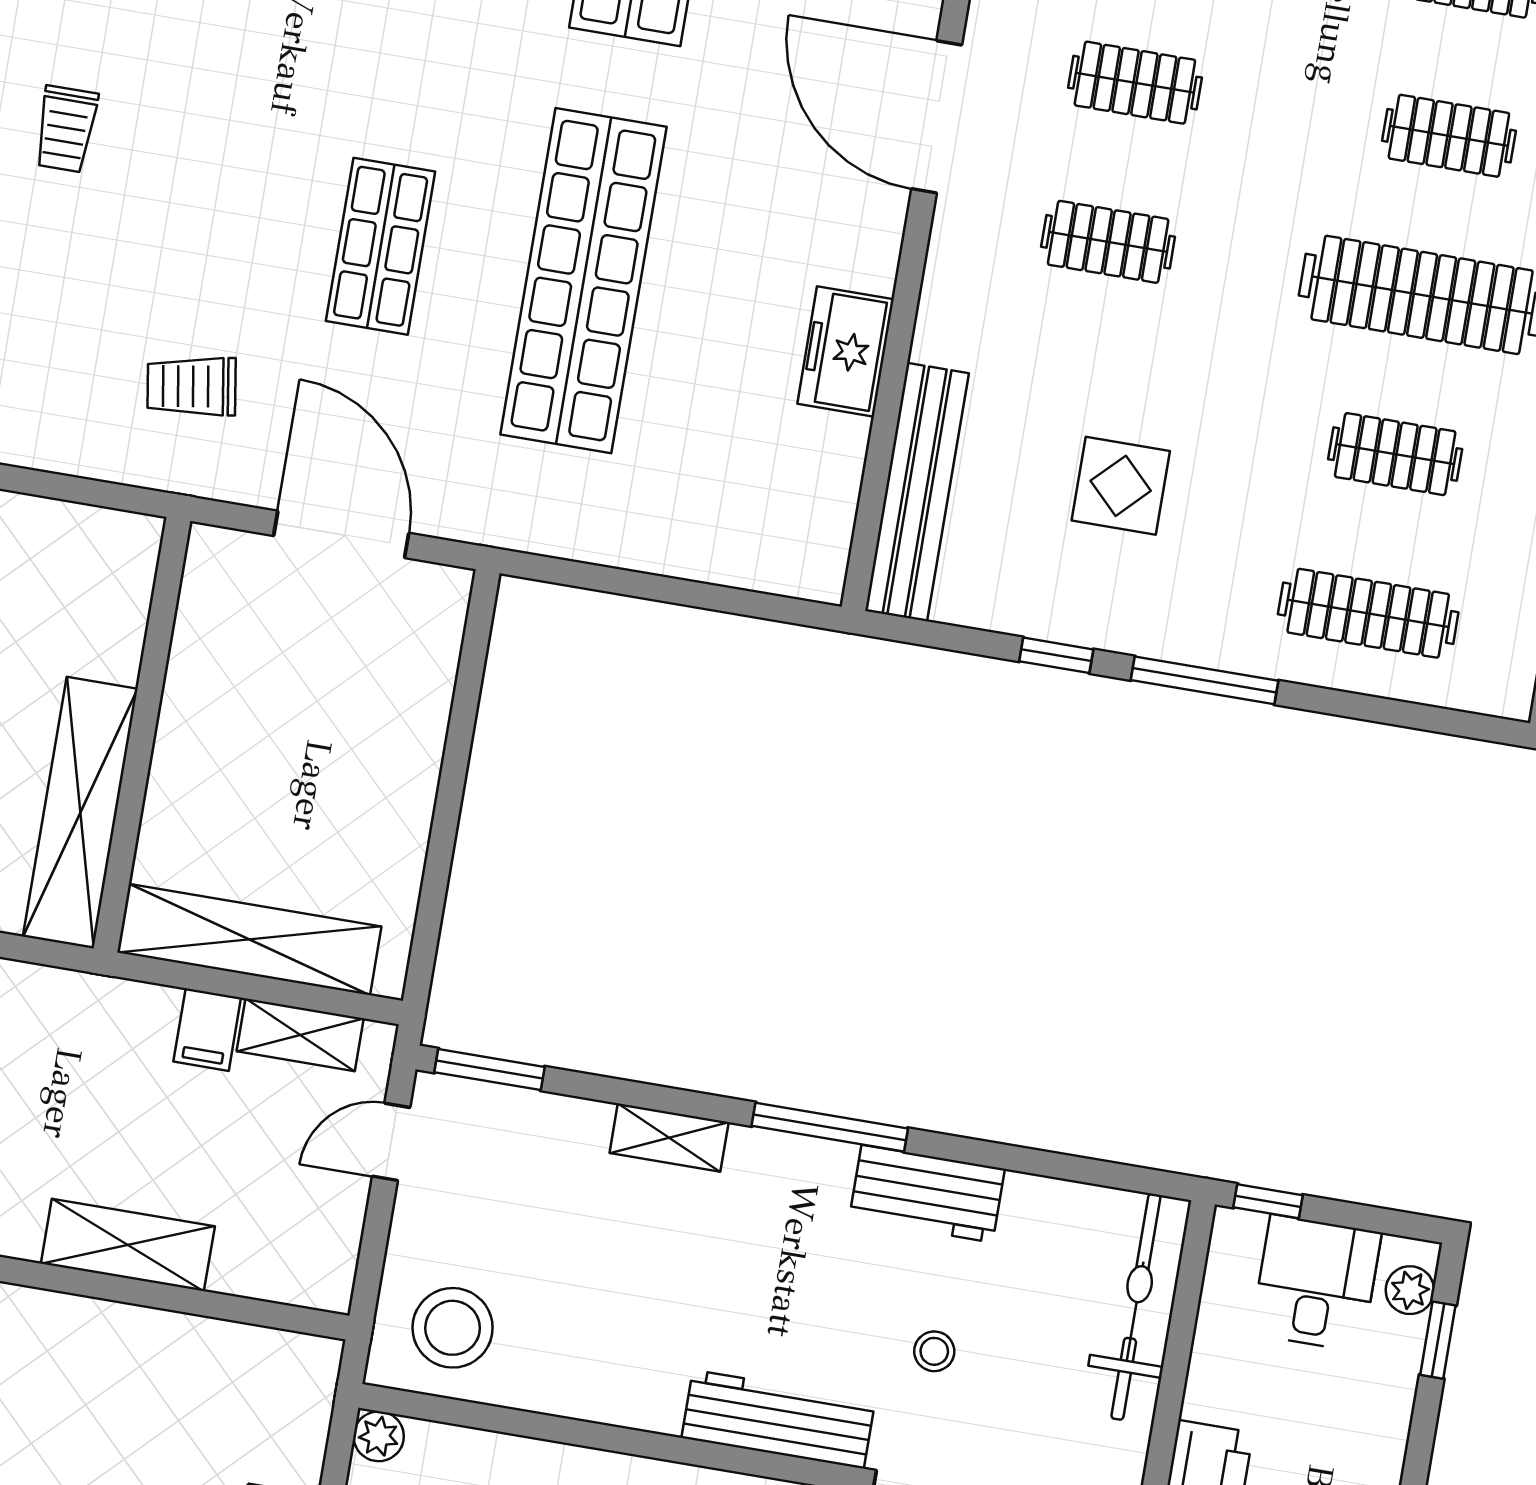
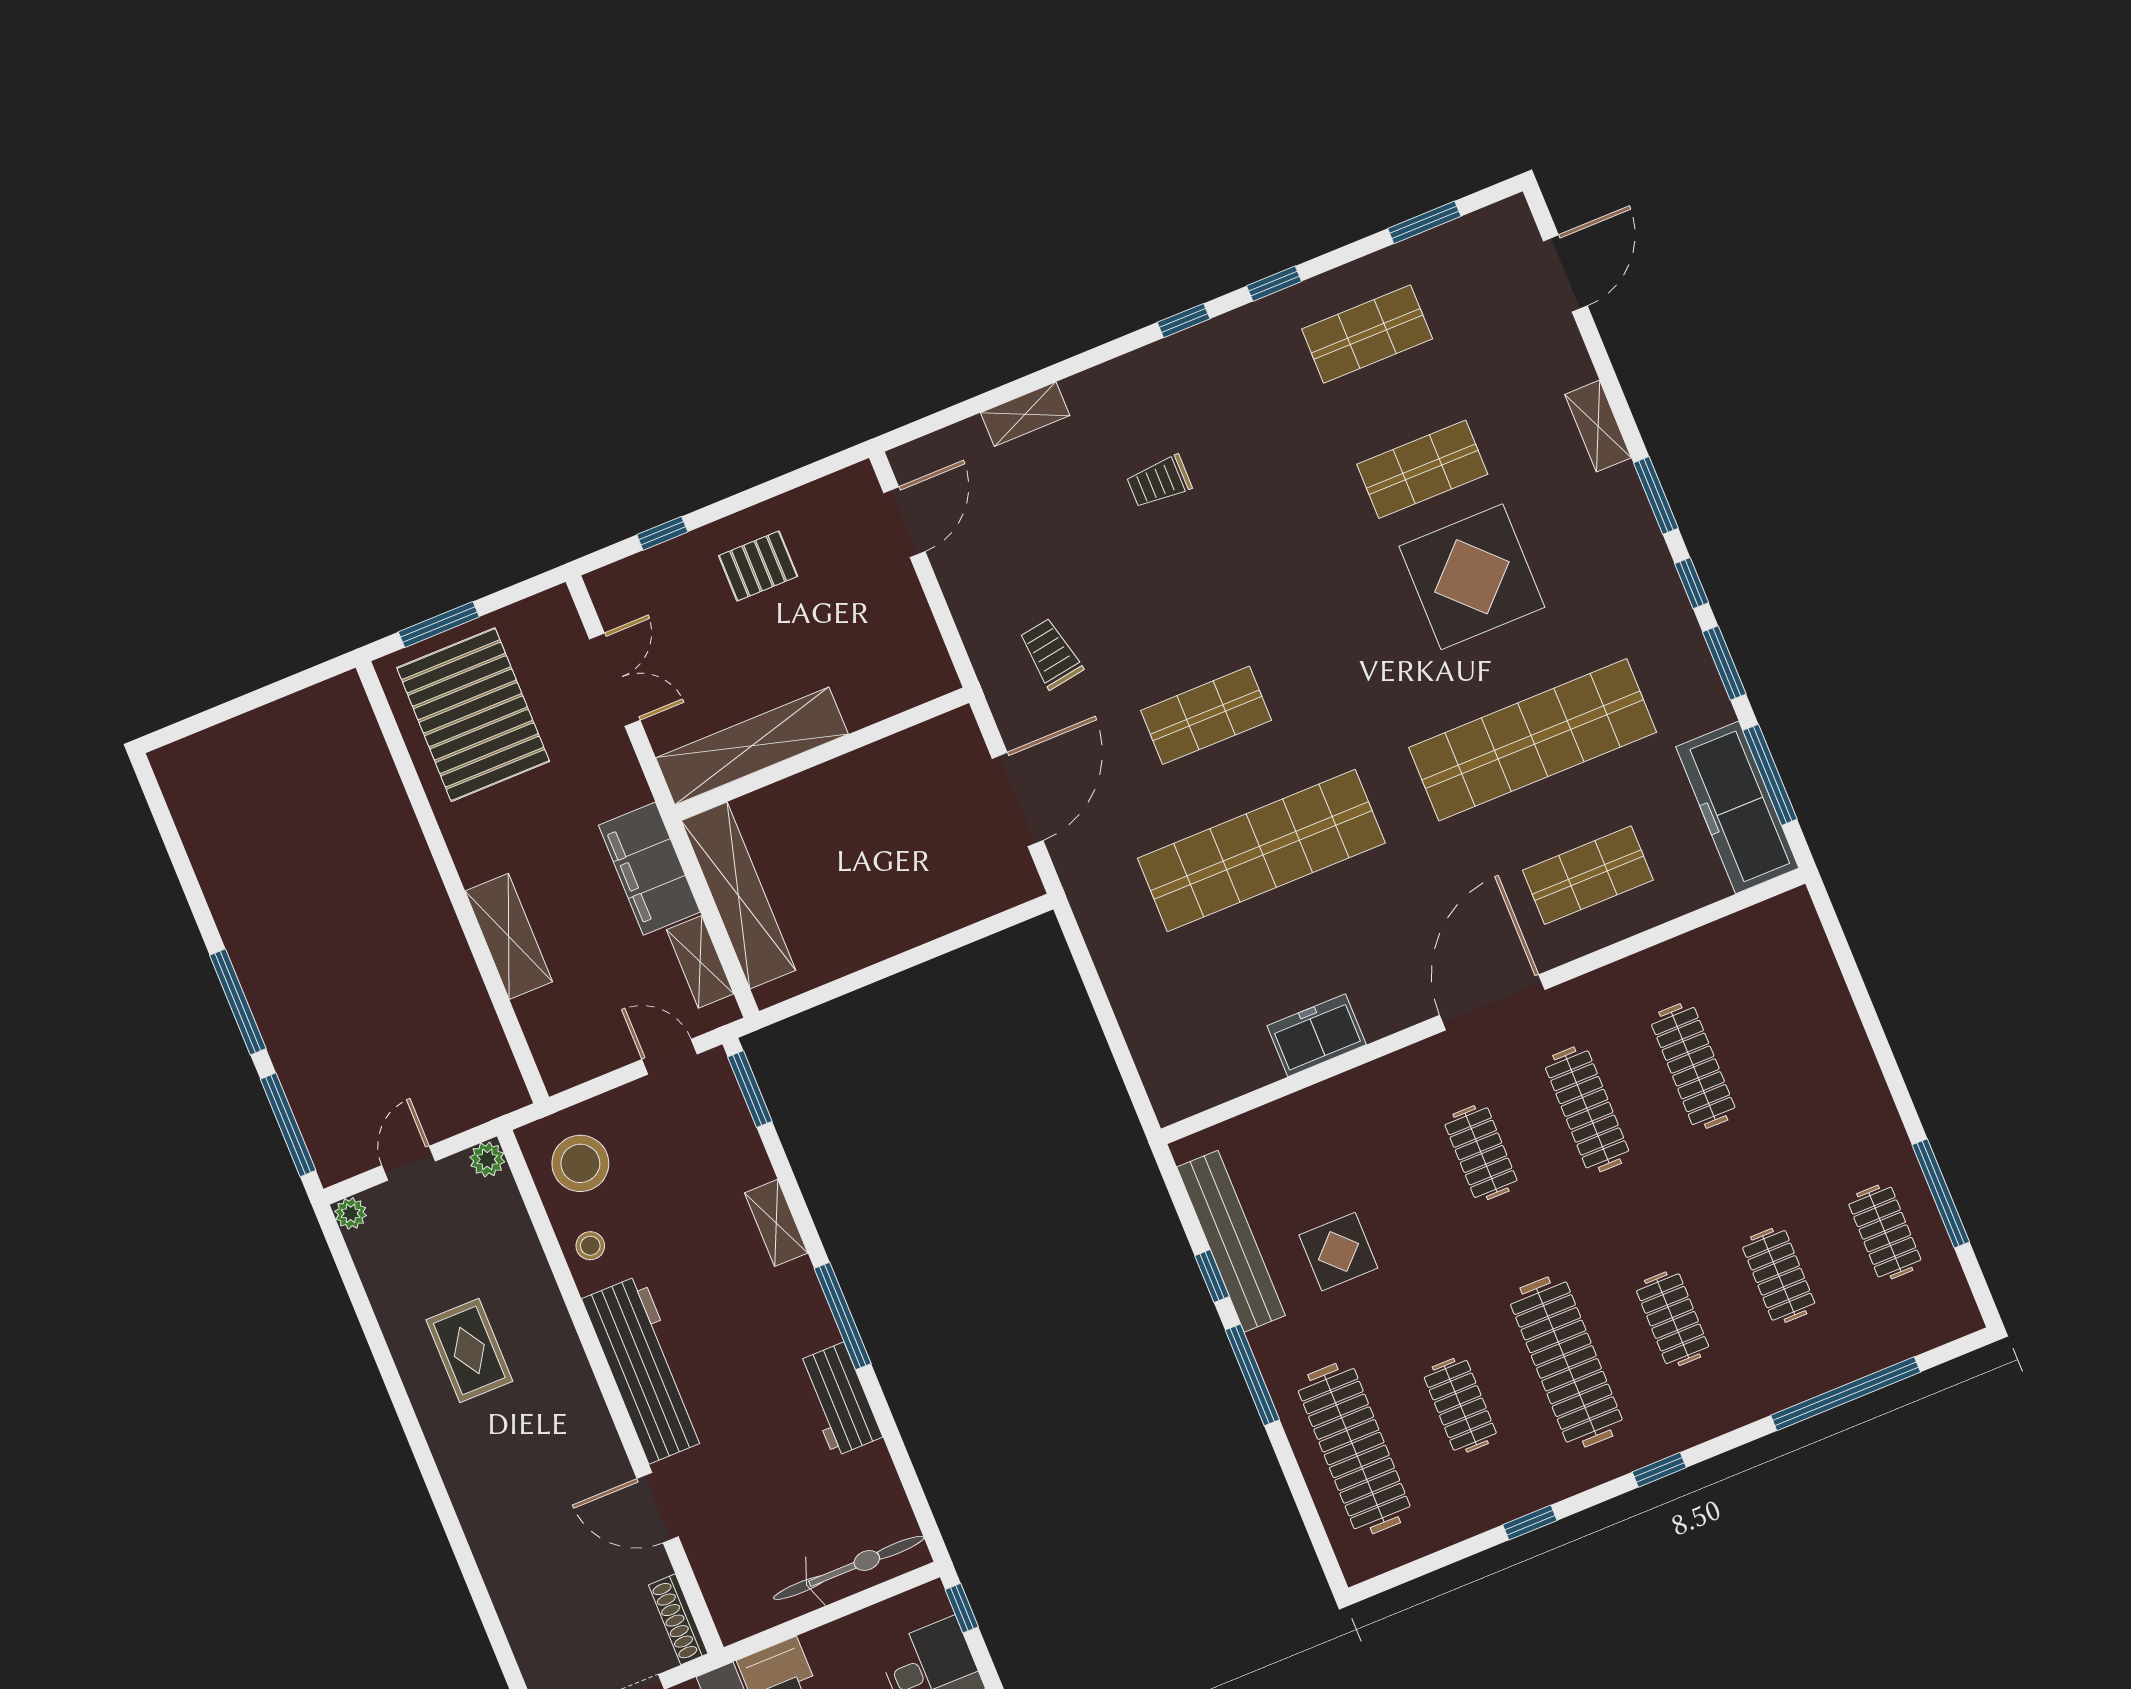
clothes rail: (1135, 83) -> (1587, 1109), width x1.36
bench: (917, 492) -> (1231, 1241), moved, turned 90
clothes rail: (1368, 613) -> (1354, 1449), width x1.37, depth x1.31
filing cabinet: (207, 1030) -> (649, 869), width x3.00, depth x1.17
stool: (934, 1351) -> (590, 1246), moved
workbench: (778, 1419) -> (645, 1369), width x1.36, depth x1.32

